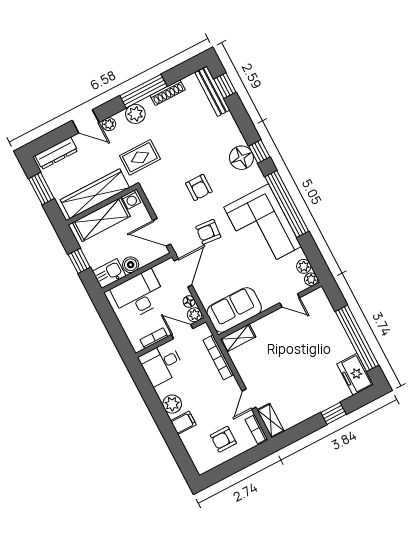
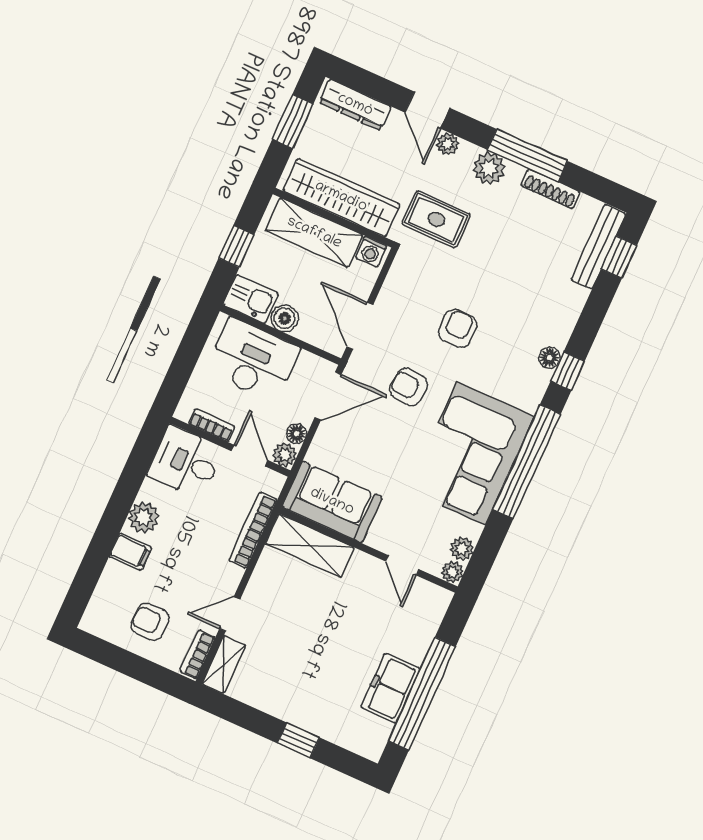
floor lamp: (241, 158) -> (549, 358), width x0.53, depth x0.53
armchair: (199, 187) -> (458, 328), turned 180
shelving: (238, 338) -> (310, 546), width x1.50, depth x1.33
freezer: (355, 374) -> (391, 688), moved

